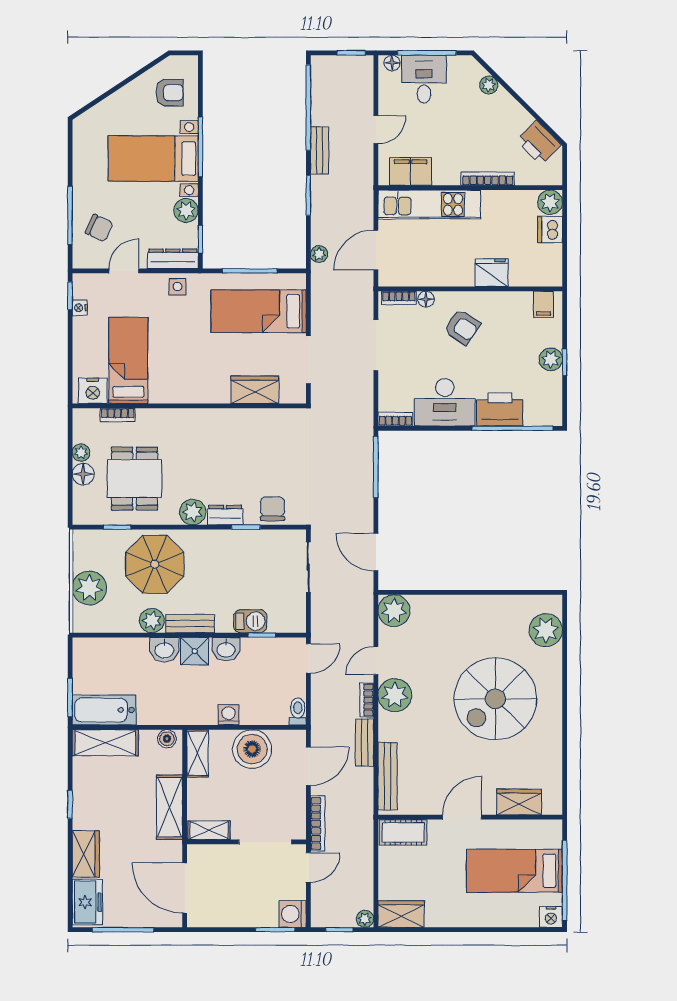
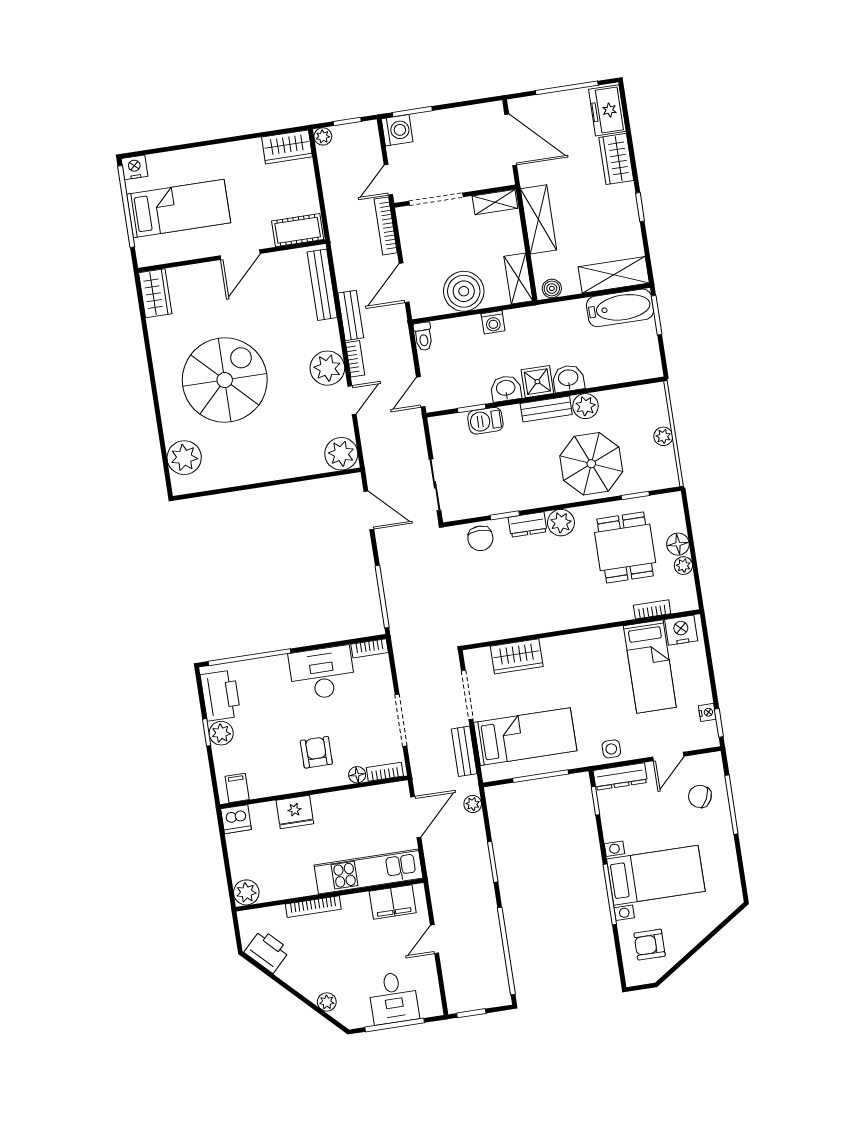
floor lamp: (392, 63) -> (428, 1009), removed
bench: (320, 151) -> (464, 751), moved
plant: (186, 210) -> (614, 828), removed
dishwasher: (550, 230) -> (236, 819), moved, turned 90
armchair: (462, 327) -> (316, 752), turned 56
printer: (500, 410) -> (221, 695), moved, turned -90
plant: (89, 588) -> (663, 436), width x0.53, depth x0.53
wardrobe: (519, 802) -> (155, 293), moved, turned -90

